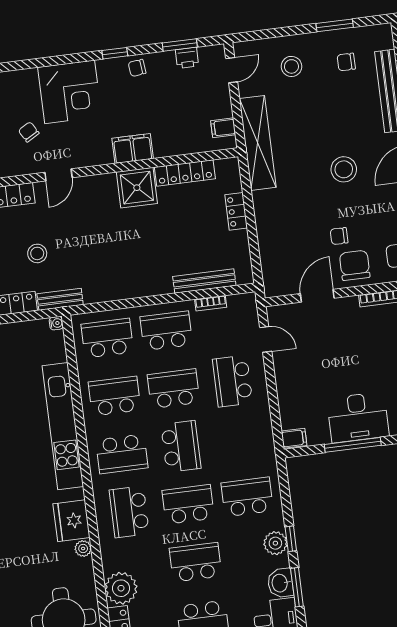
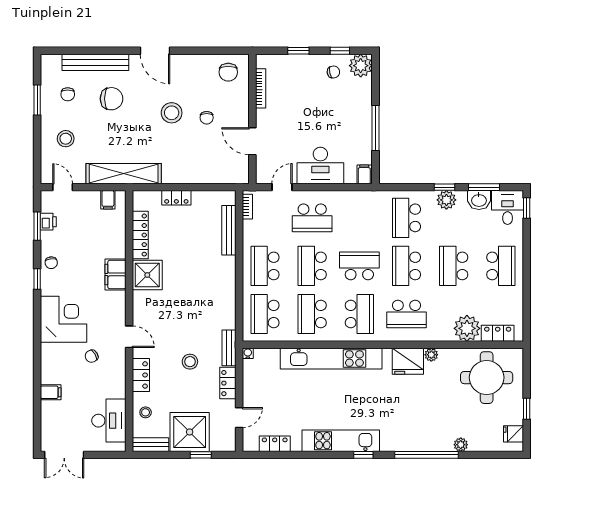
stool: (344, 169) -> (172, 113), moved
chair: (355, 265) -> (111, 99), moved, turned 180
bookcase: (211, 303) -> (247, 207), moved
desk: (358, 417) -> (320, 165), moved, turned 90

